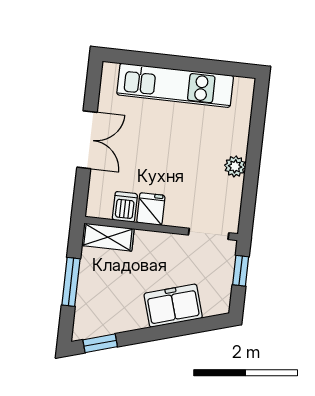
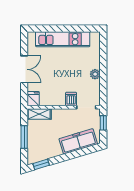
dishwasher: (125, 207) -> (71, 99), moved
fridge: (151, 209) -> (33, 99), moved
freezer: (173, 306) -> (78, 141), width x1.40

